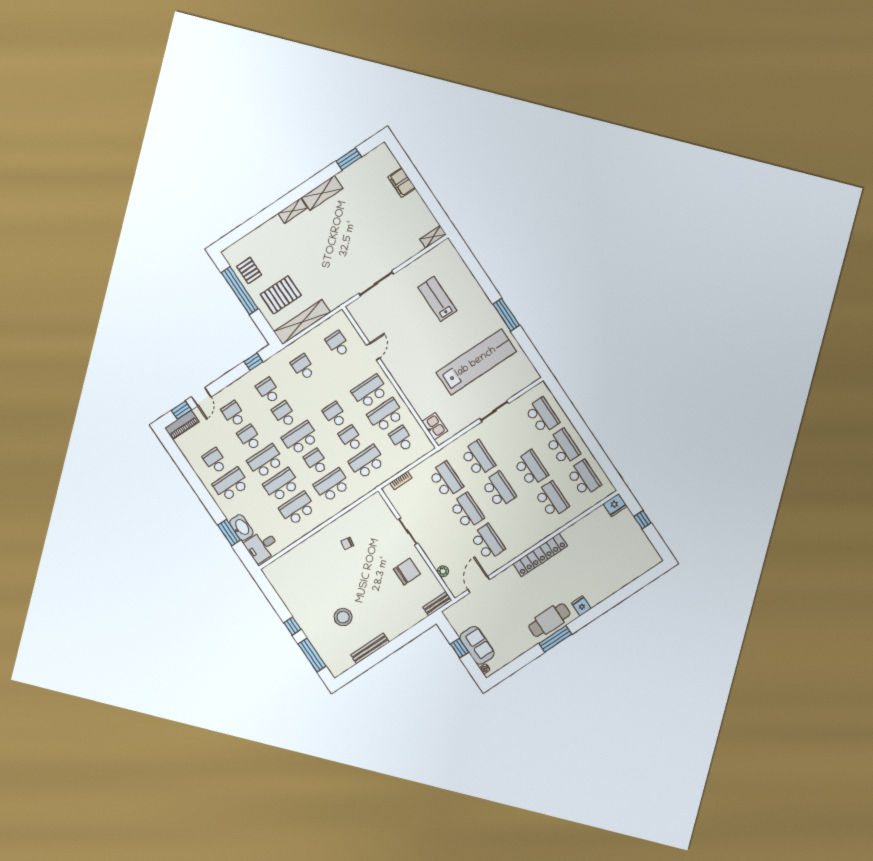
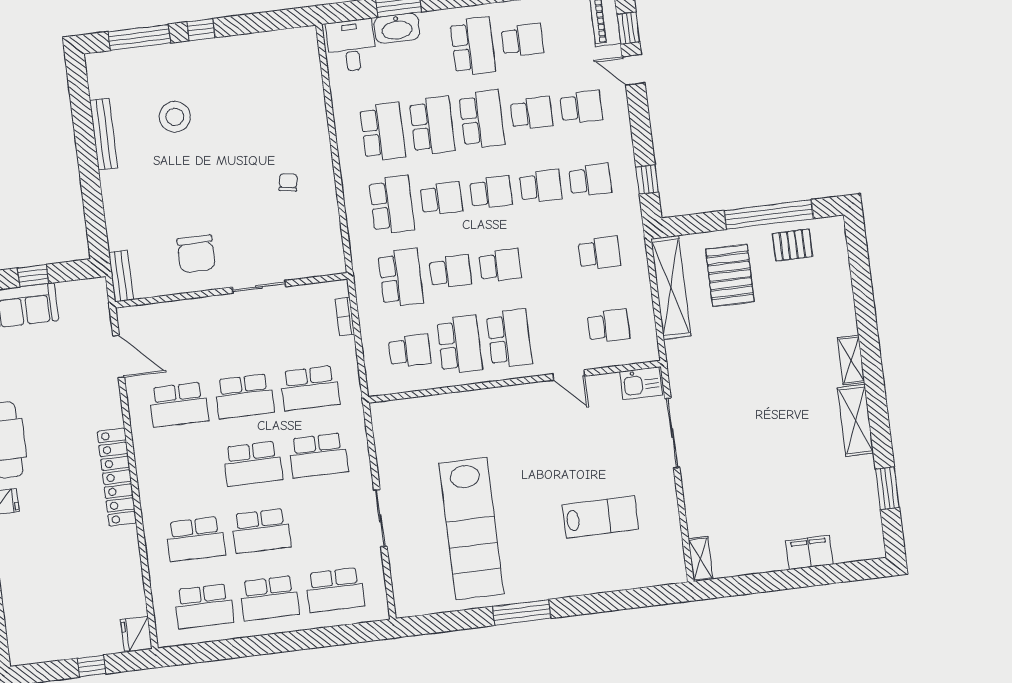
kitchen sink: (435, 426) -> (641, 383), moved
school desk: (300, 438) -> (491, 192), width x0.54
plant: (443, 571) -> (168, 311), removed

